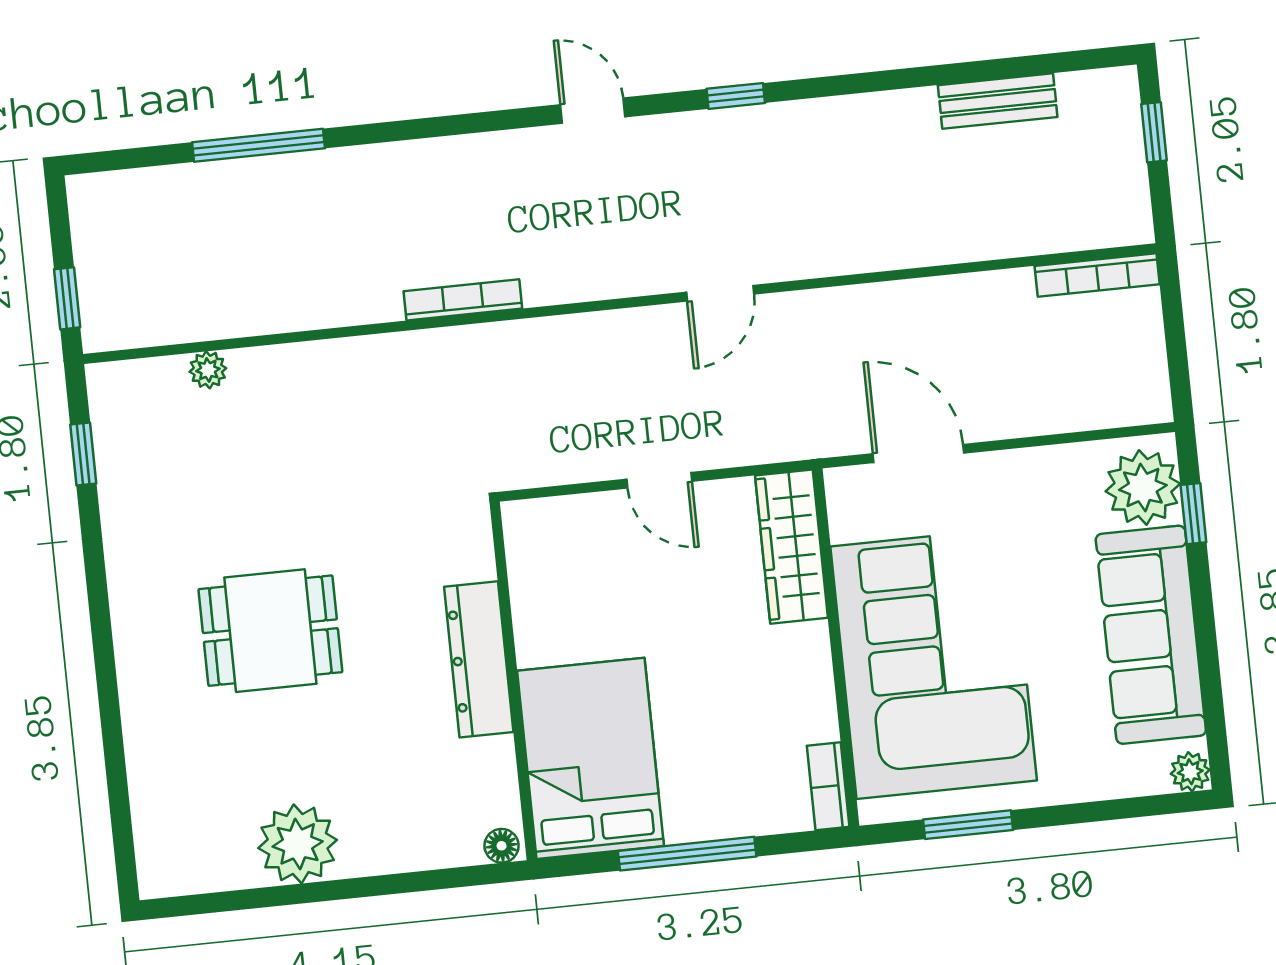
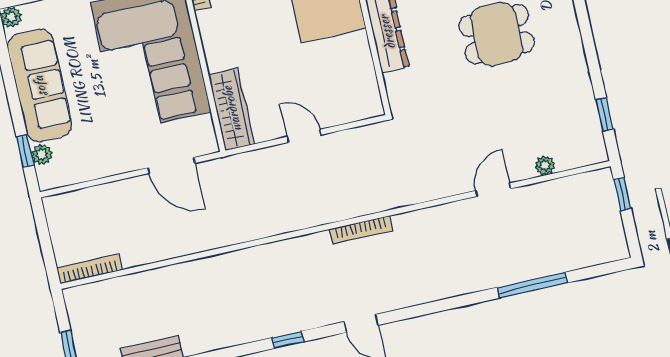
door: (720, 293) -> (493, 190), moved
bookcase: (463, 300) -> (361, 230), moved
plant: (1143, 487) -> (42, 155), width x0.53, depth x0.53

